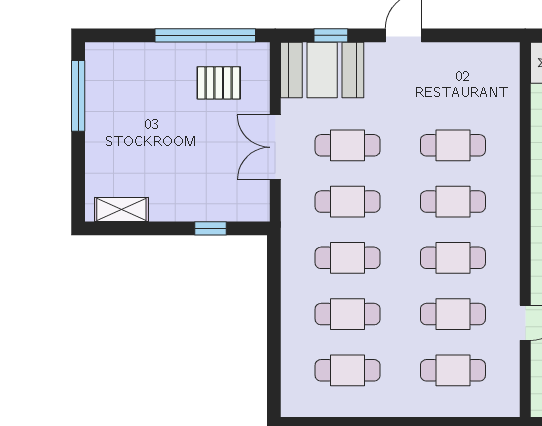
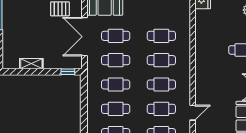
double door: (275, 147) -> (84, 37), width x1.37
shelving: (121, 209) -> (31, 64), moved
window: (210, 228) -> (68, 72), moved

